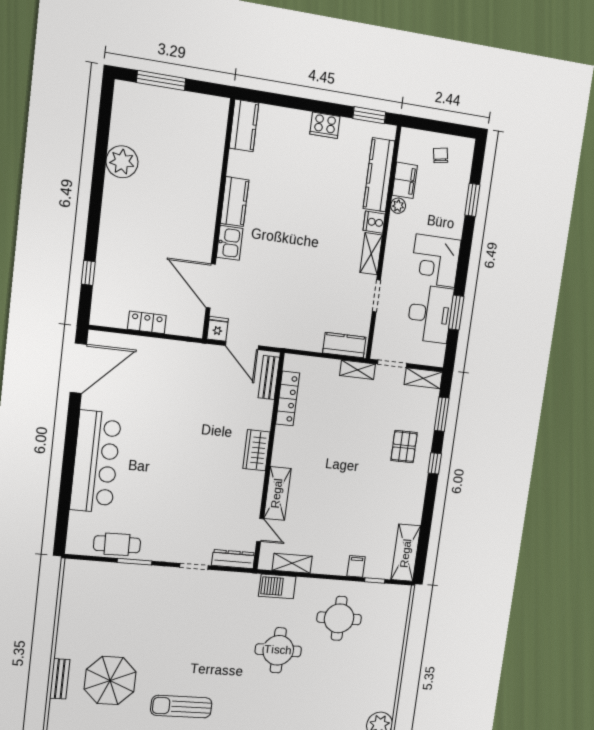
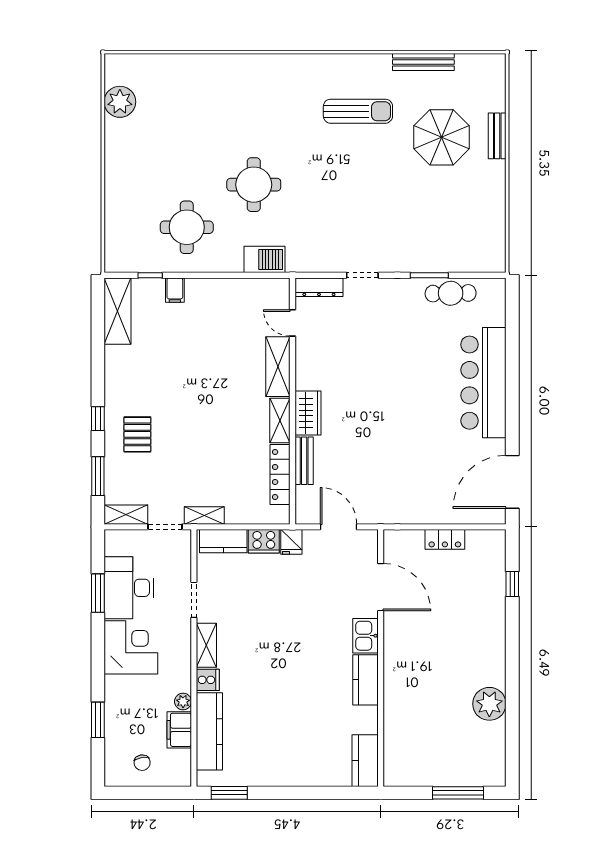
cooker: (325, 125) -> (264, 541), moved, turned 180
fridge: (218, 329) -> (291, 542), moved
bench: (269, 378) -> (304, 461), moved
shelving: (292, 563) -> (280, 421), moved, turned 90

